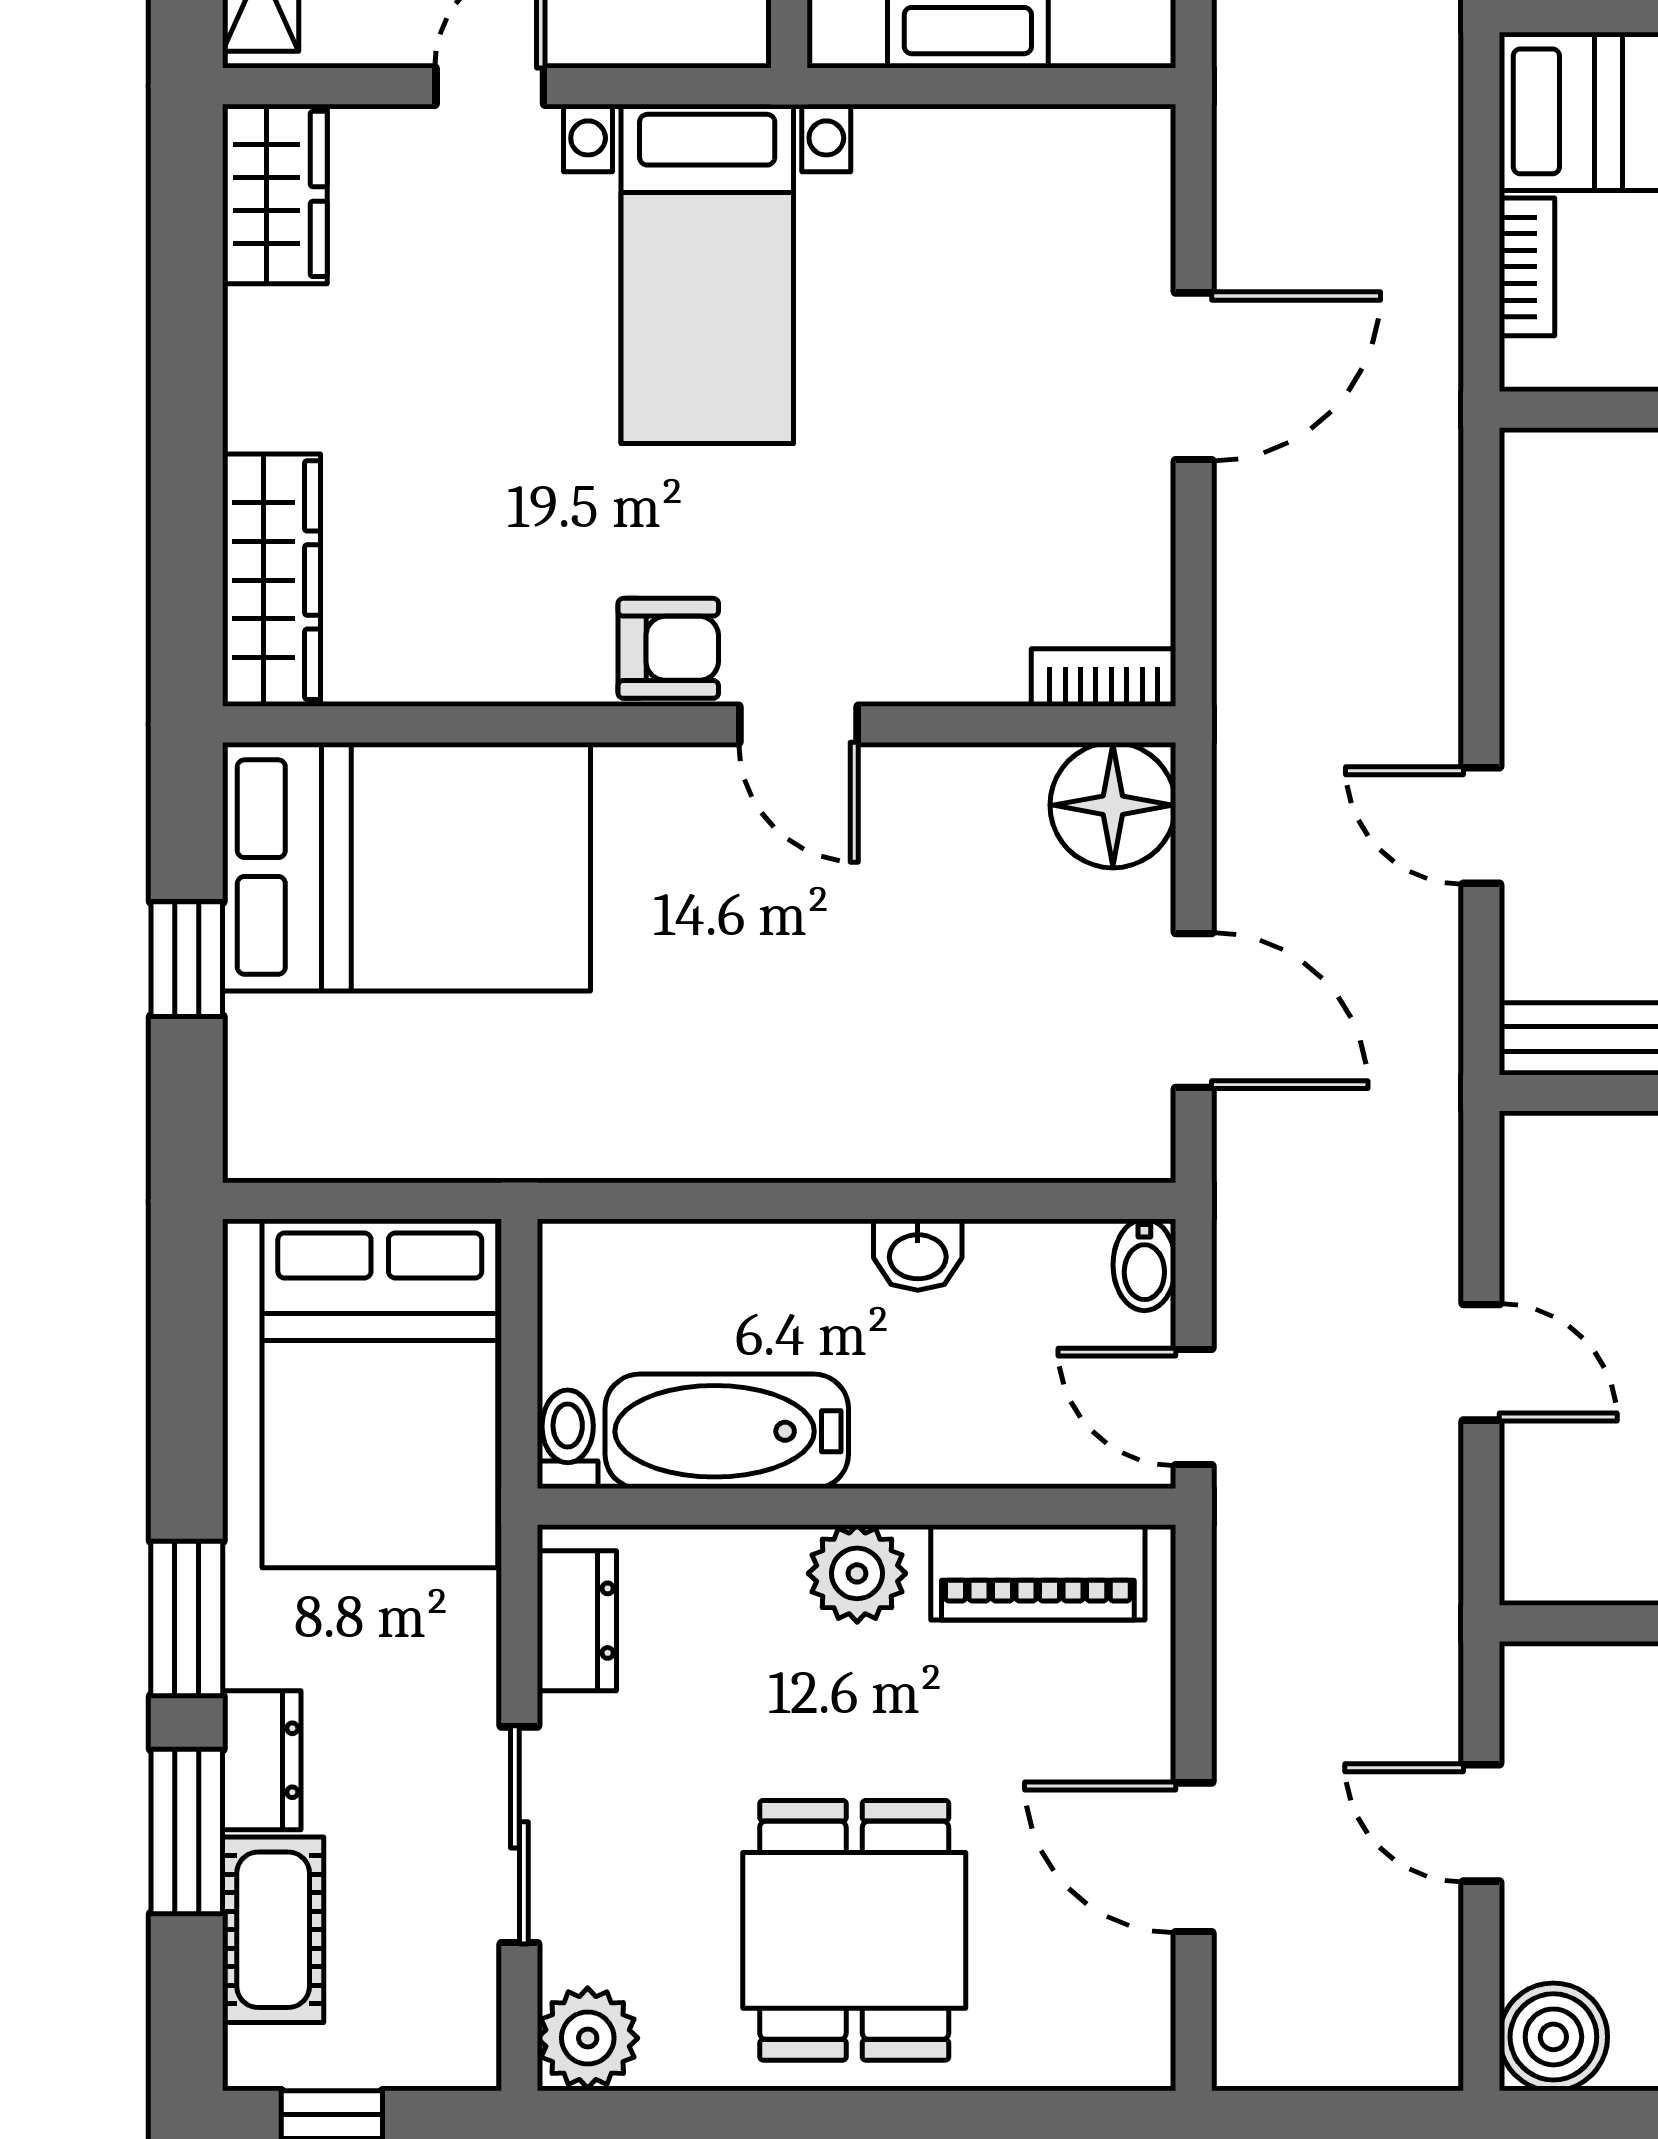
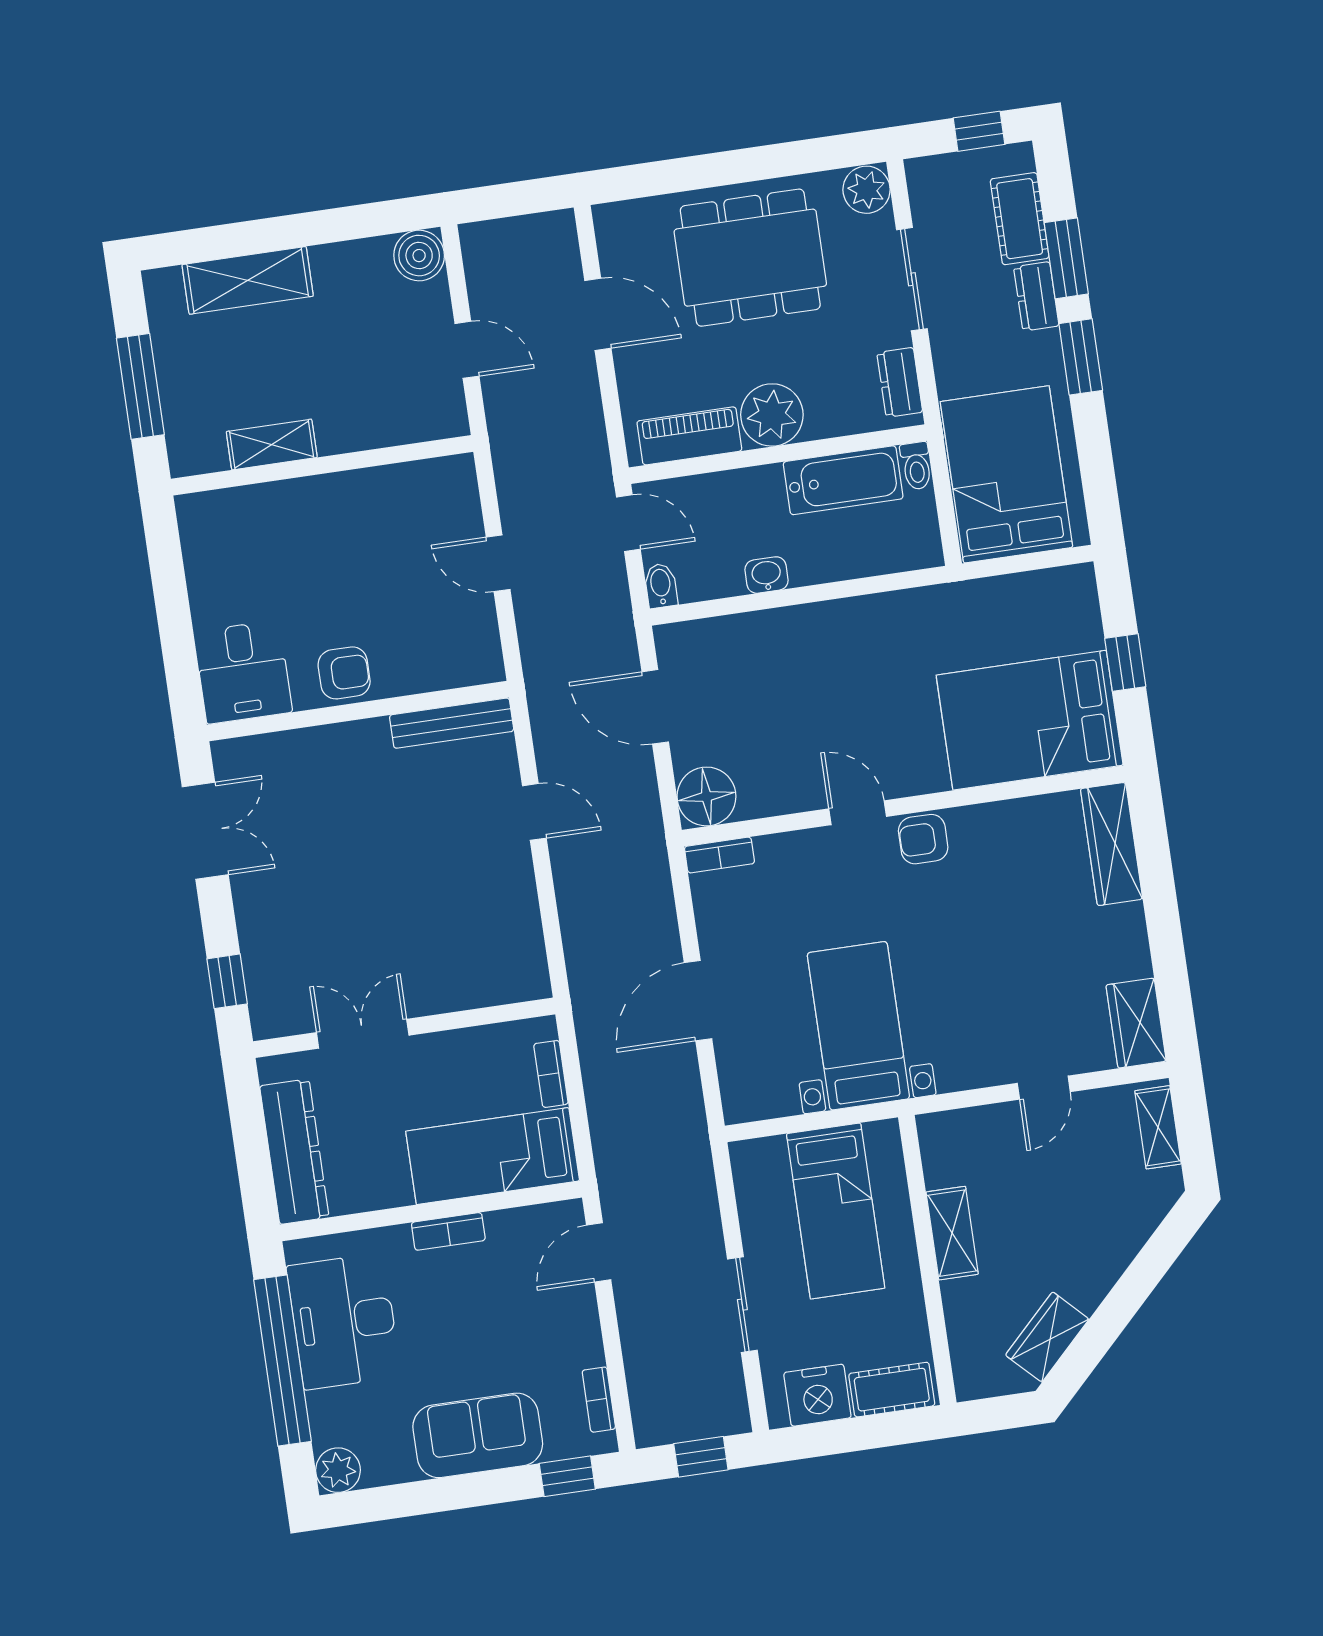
bed with nightstands: (707, 274) -> (858, 1026), moved
plant: (857, 1573) -> (772, 415), width x1.36, depth x1.36
dining table: (854, 1930) -> (750, 258), width x1.38

